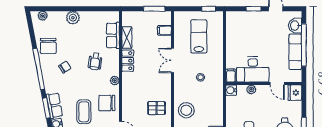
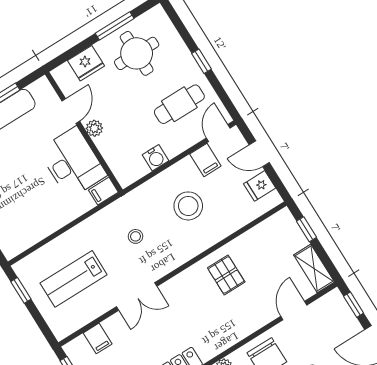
plant: (251, 89) -> (94, 128), moved
water cooler: (231, 90) -> (155, 158), moved
fridge: (295, 93) -> (86, 63), moved
stool: (186, 110) -> (188, 206), moved

